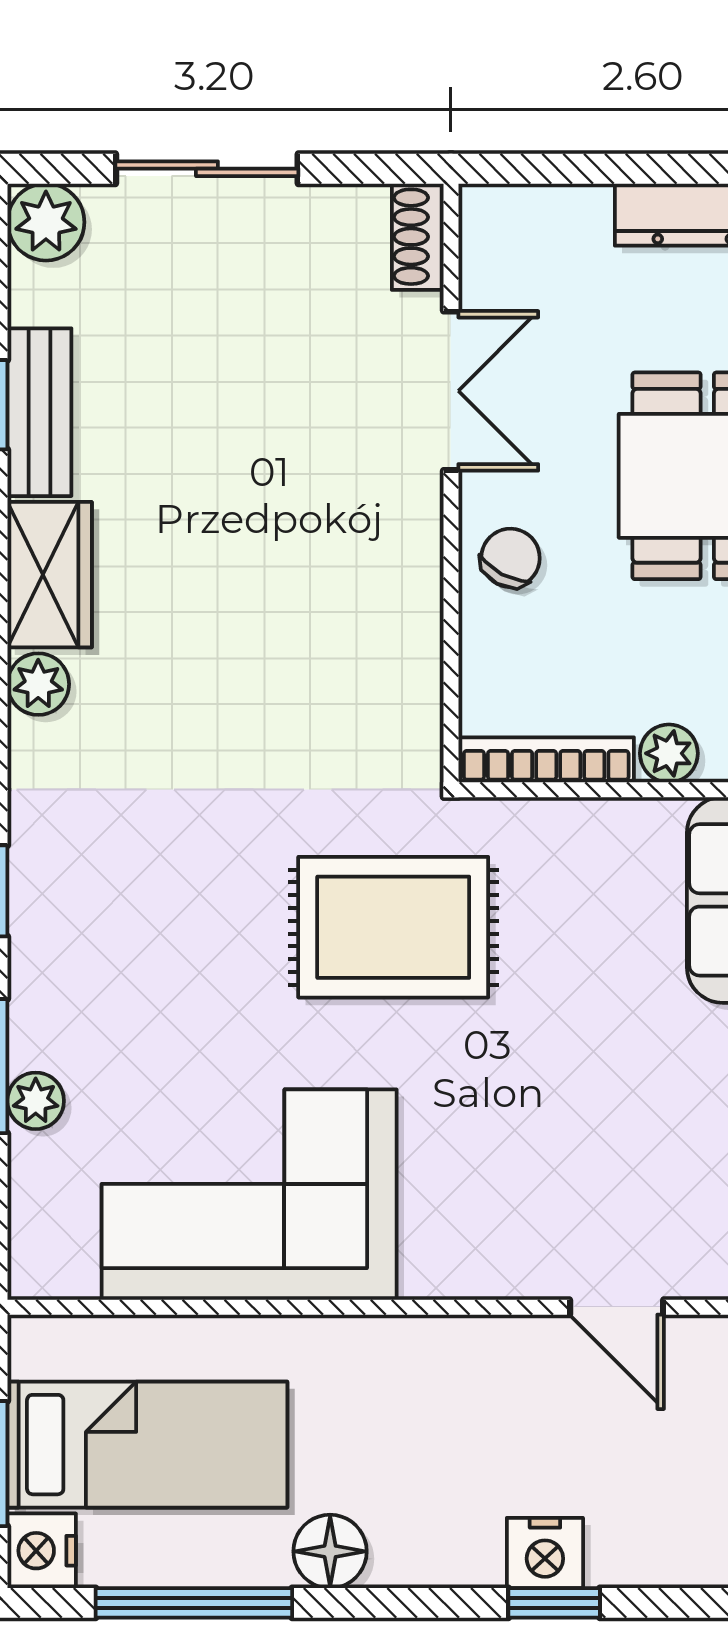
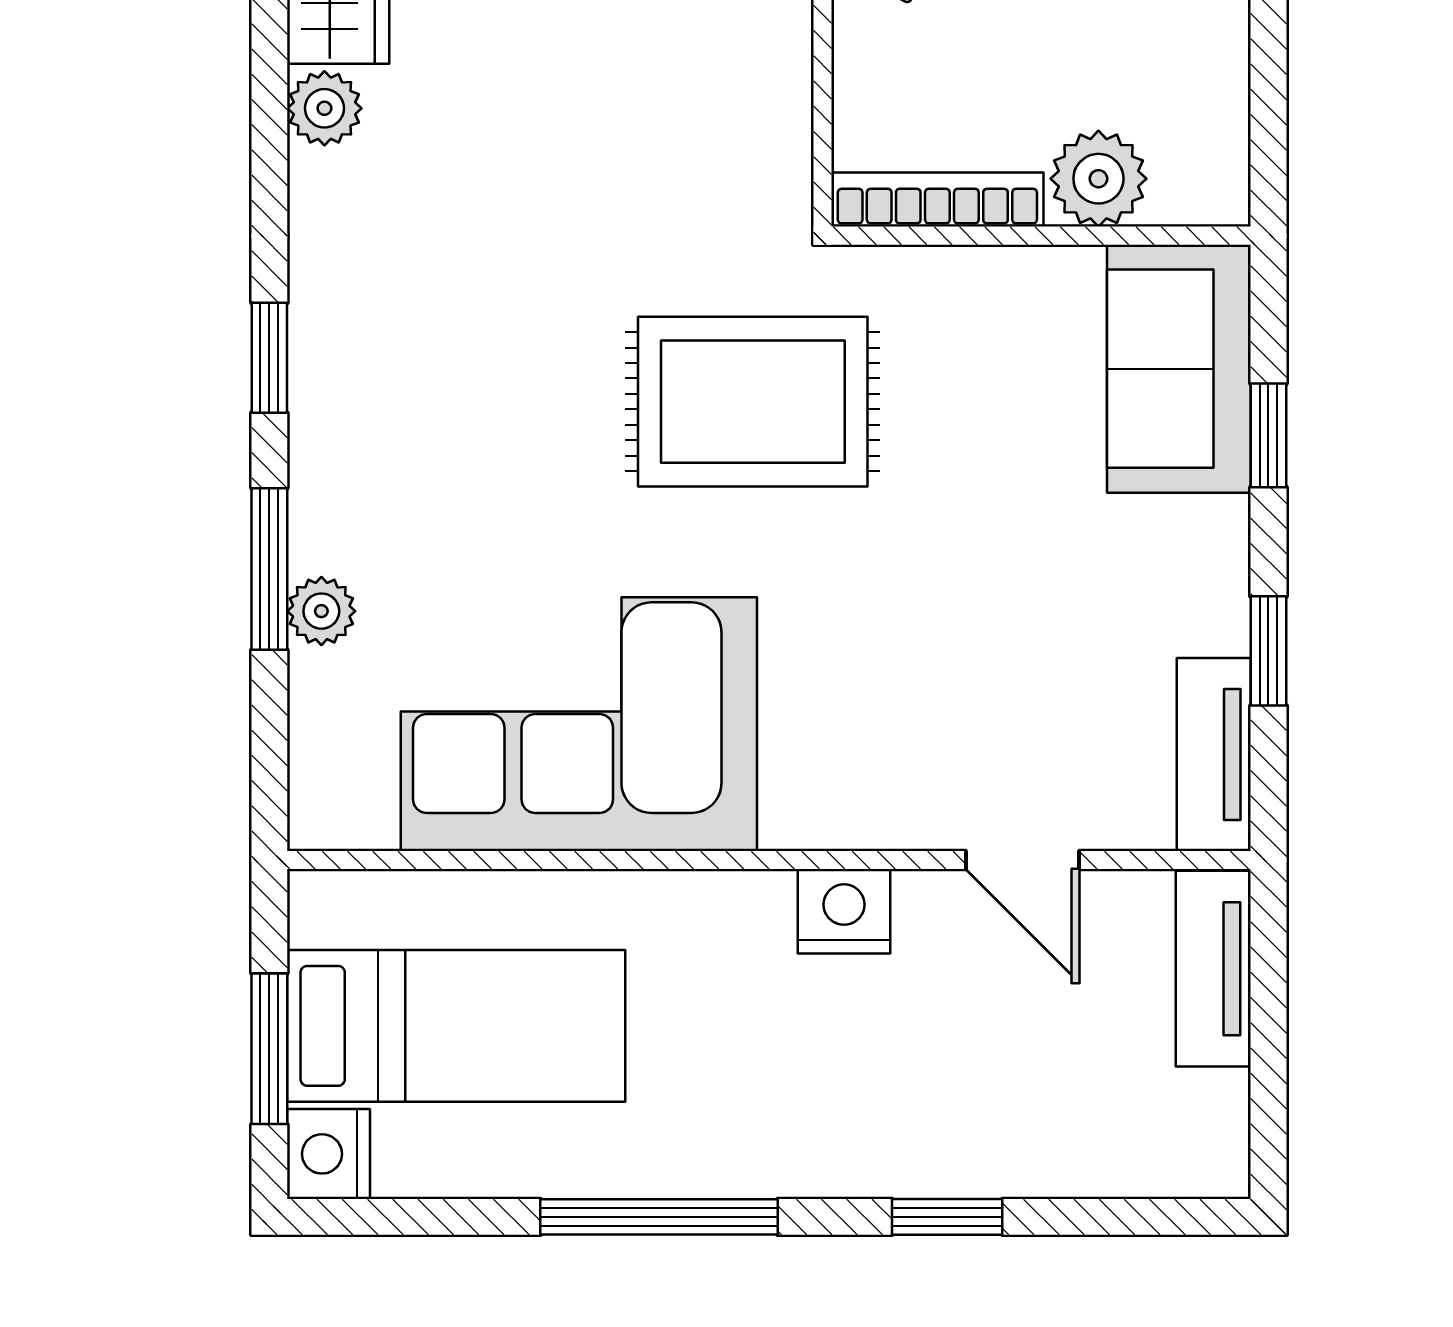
plant: (669, 753) -> (1098, 179), width x1.38, depth x1.38
floor lamp: (330, 1551) -> (677, 1155), removed
nightstand: (545, 1553) -> (844, 911), moved, turned 180
window: (194, 1603) -> (659, 1217), moved

